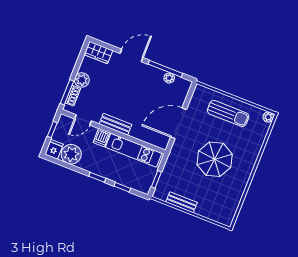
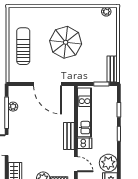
plant: (268, 117) -> (106, 12), moved
bench: (182, 202) -> (112, 69), moved

